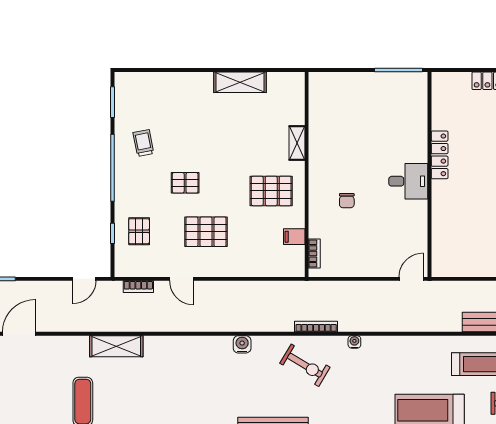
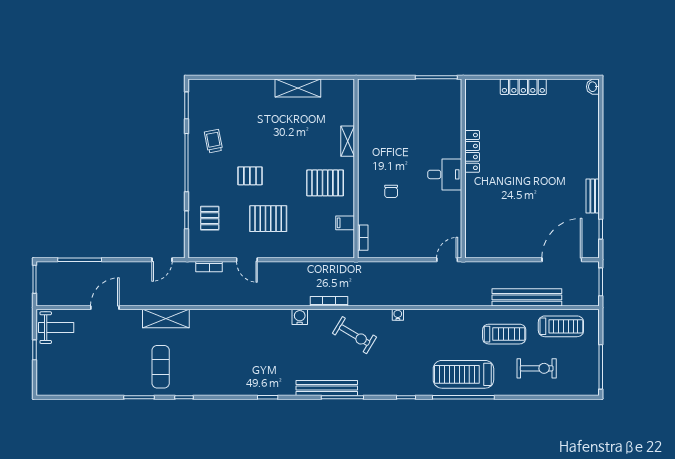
bookcase: (316, 327) -> (329, 301), moved
shelving: (116, 346) -> (166, 319), moved

